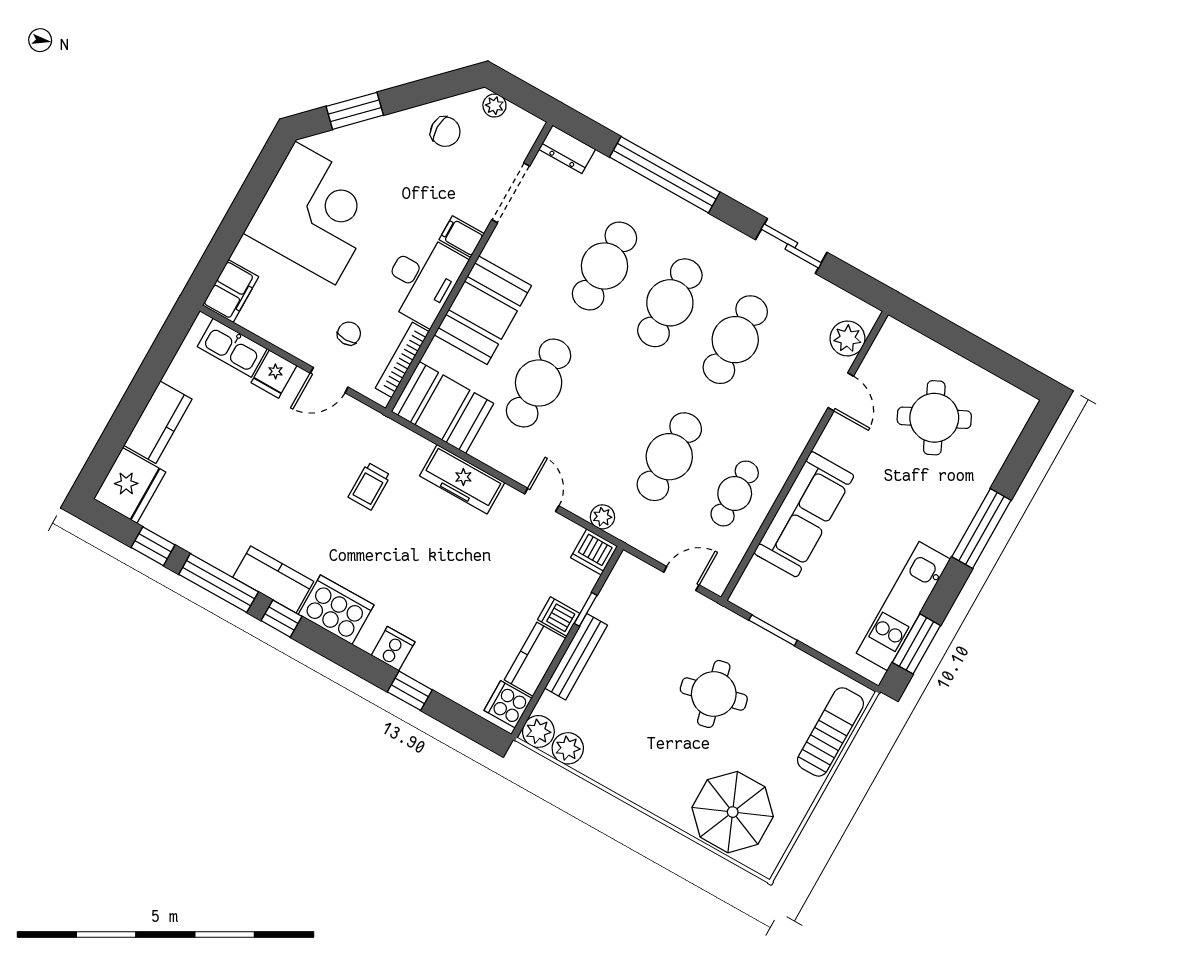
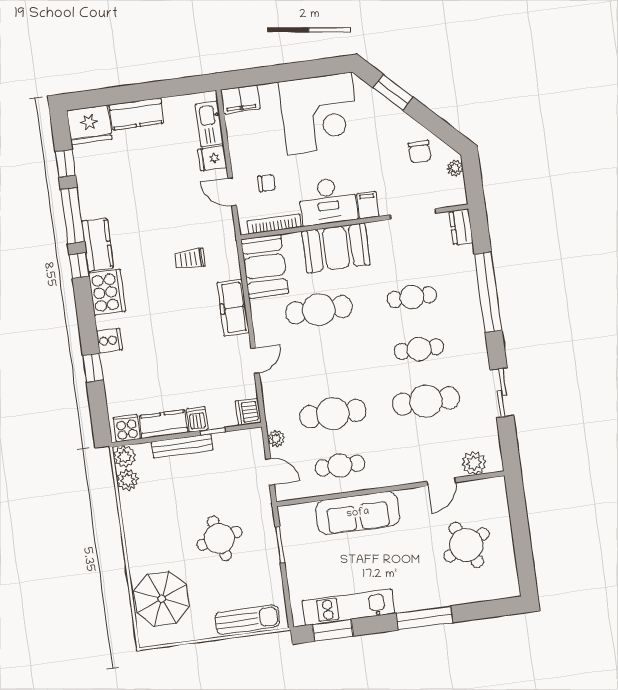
cafe table: (605, 266) -> (412, 297), width x0.73, depth x0.74
cafe table: (670, 303) -> (419, 349), width x0.73, depth x0.74
plant: (602, 517) -> (276, 439), moved

